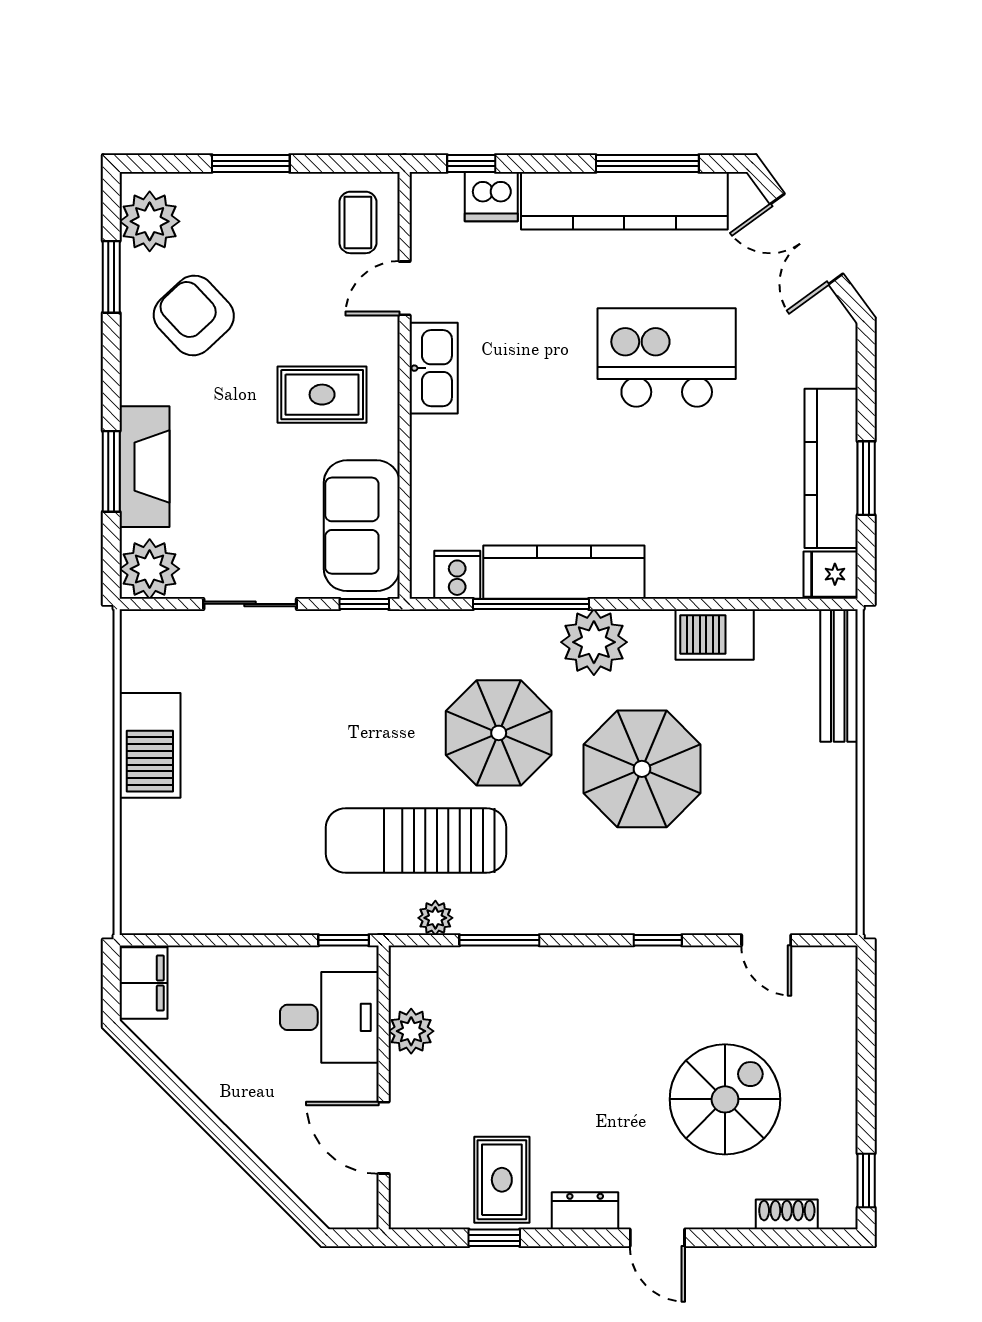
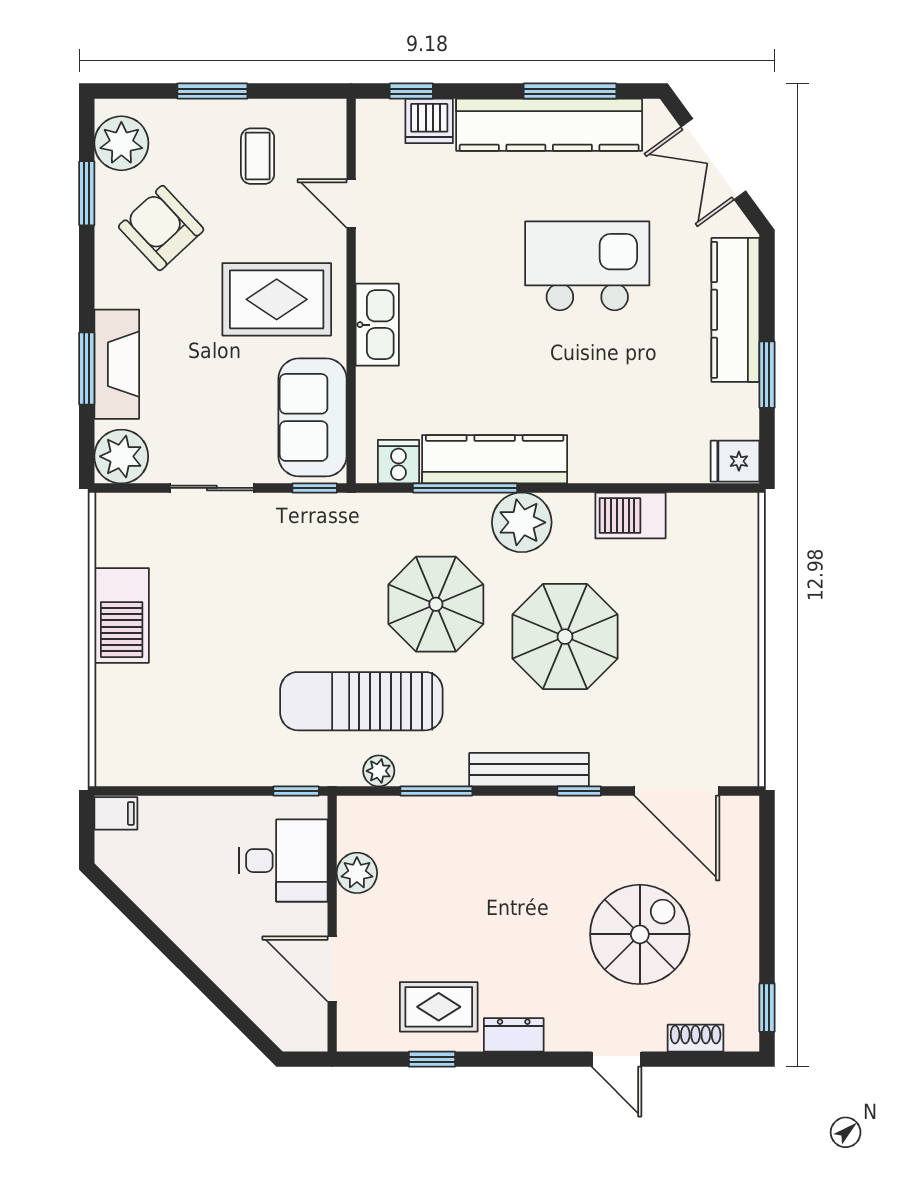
coffee table: (358, 222) -> (258, 156), moved
door: (405, 288) -> (351, 203), hinge flipped
kitchen sink: (434, 368) -> (377, 325), moved
rug: (322, 395) -> (277, 299), width x1.36, depth x1.43
kitchen counter: (831, 468) -> (735, 310), moved
bench: (839, 675) -> (529, 770), moved, turned 90
door: (766, 940) -> (677, 791), width x1.87
filing cabinet: (144, 983) -> (116, 813), width x0.50
rug: (502, 1180) -> (439, 1007), turned 90
door: (657, 1238) -> (617, 1059), moved

